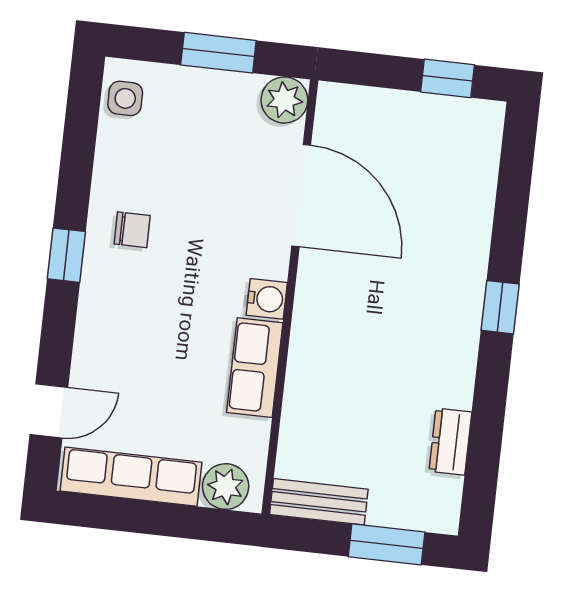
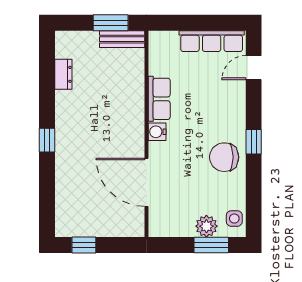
window: (218, 53) -> (211, 245), moved
plant: (284, 100) -> (206, 226), moved
chair: (132, 230) -> (224, 157), width x1.87, depth x1.87
plant: (226, 487) -> (167, 41), removed
window: (387, 544) -> (111, 23), moved

